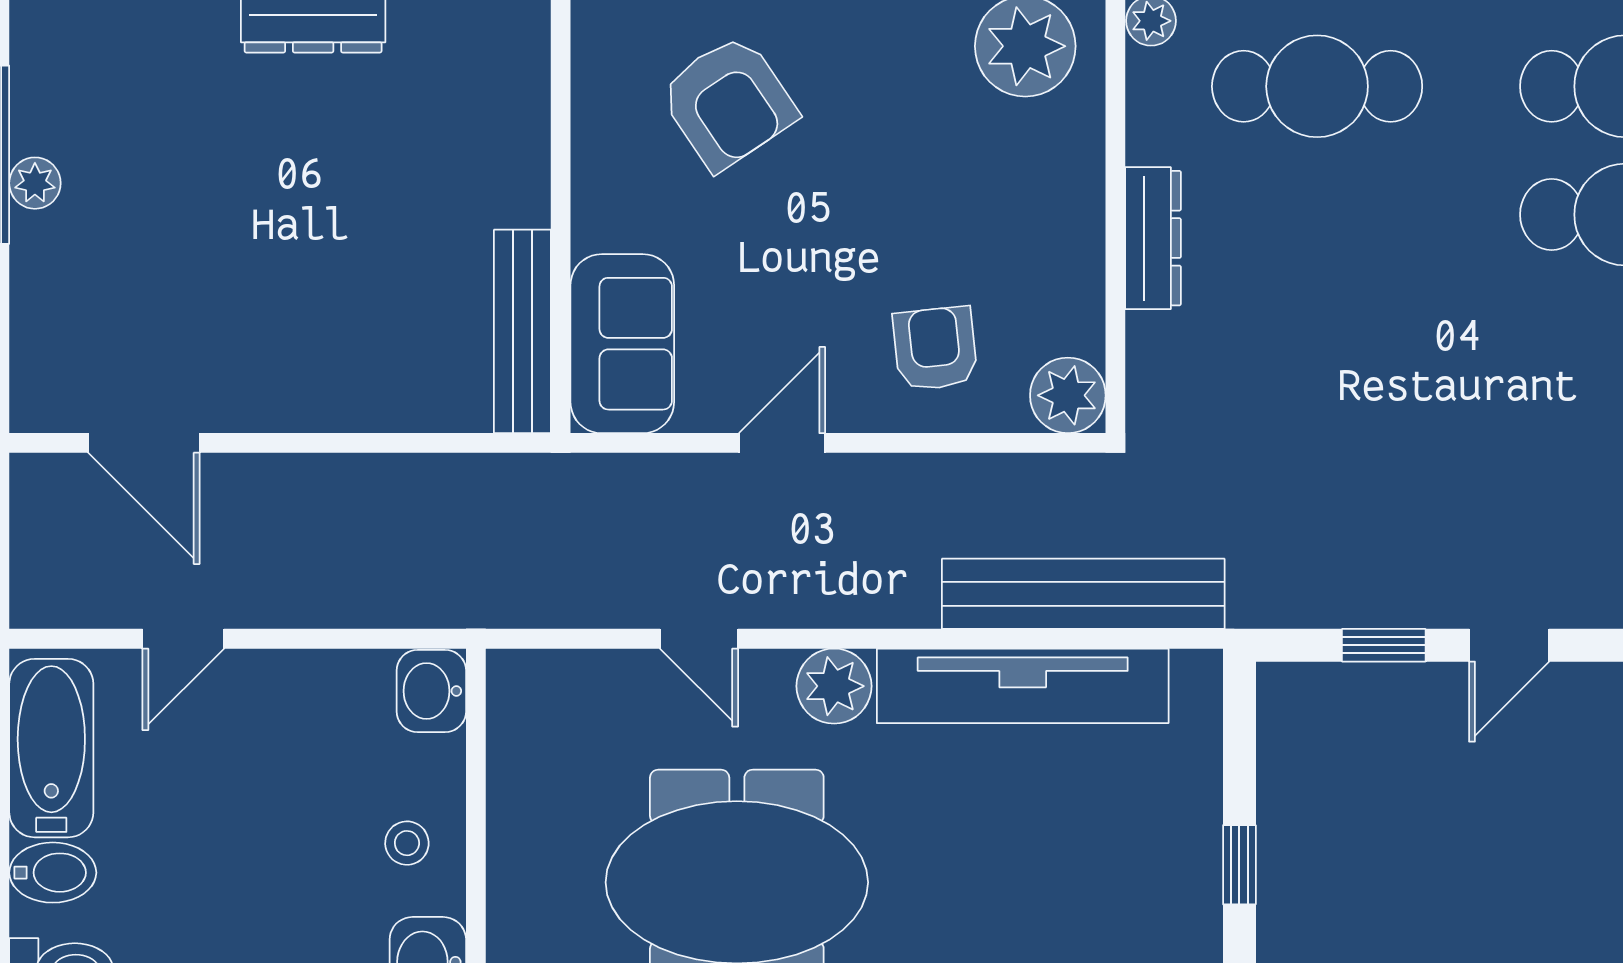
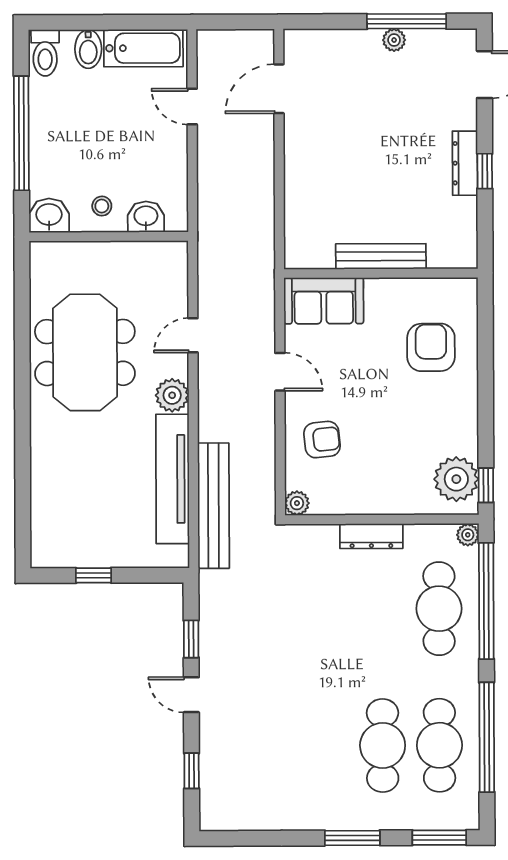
armchair: (728, 102) -> (431, 347), turned 124
bench: (522, 331) -> (381, 256), moved
plant: (1068, 395) -> (297, 503), width x0.73, depth x0.73
washbasin: (431, 691) -> (146, 217), moved

